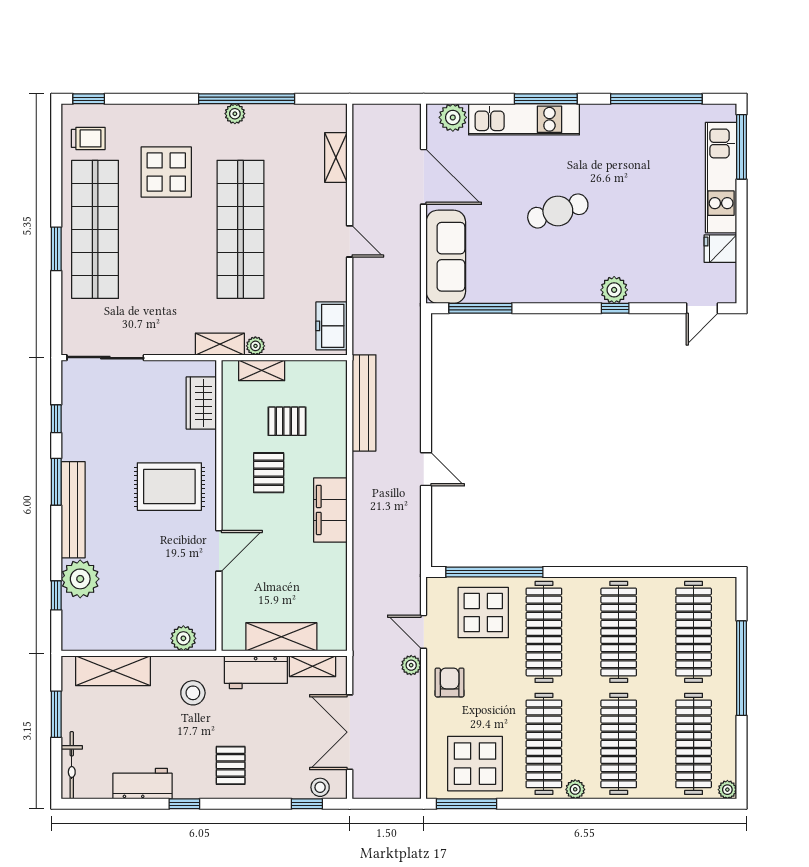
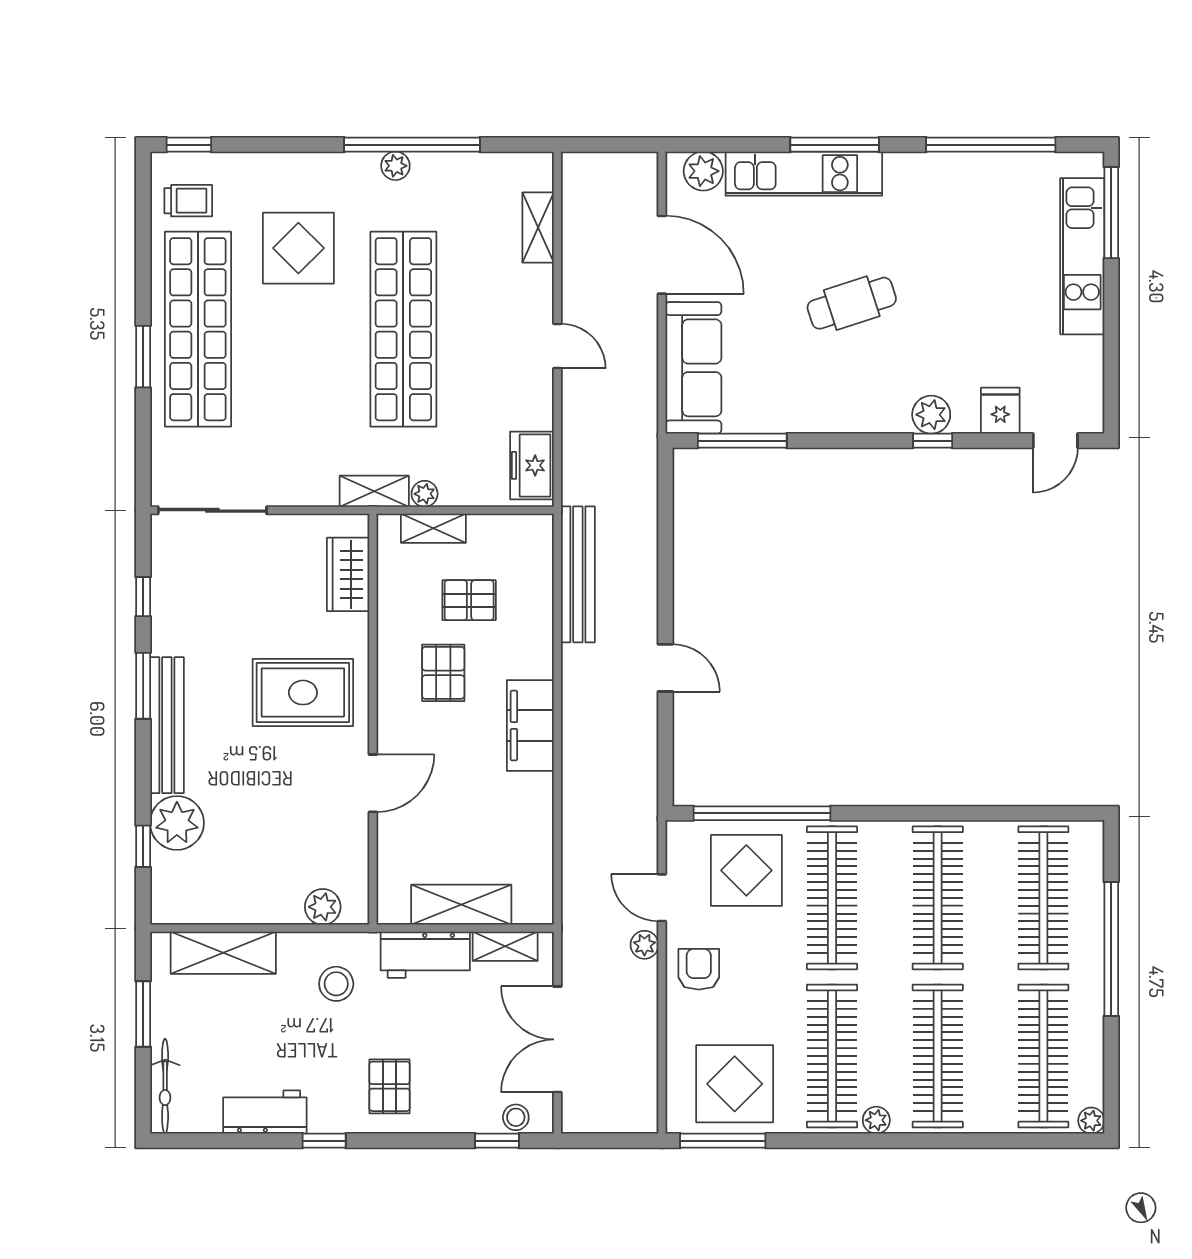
fridge: (720, 249) -> (1000, 411), moved, turned 90

